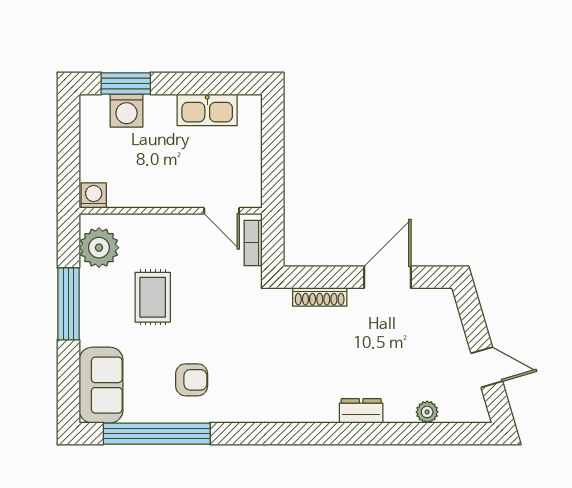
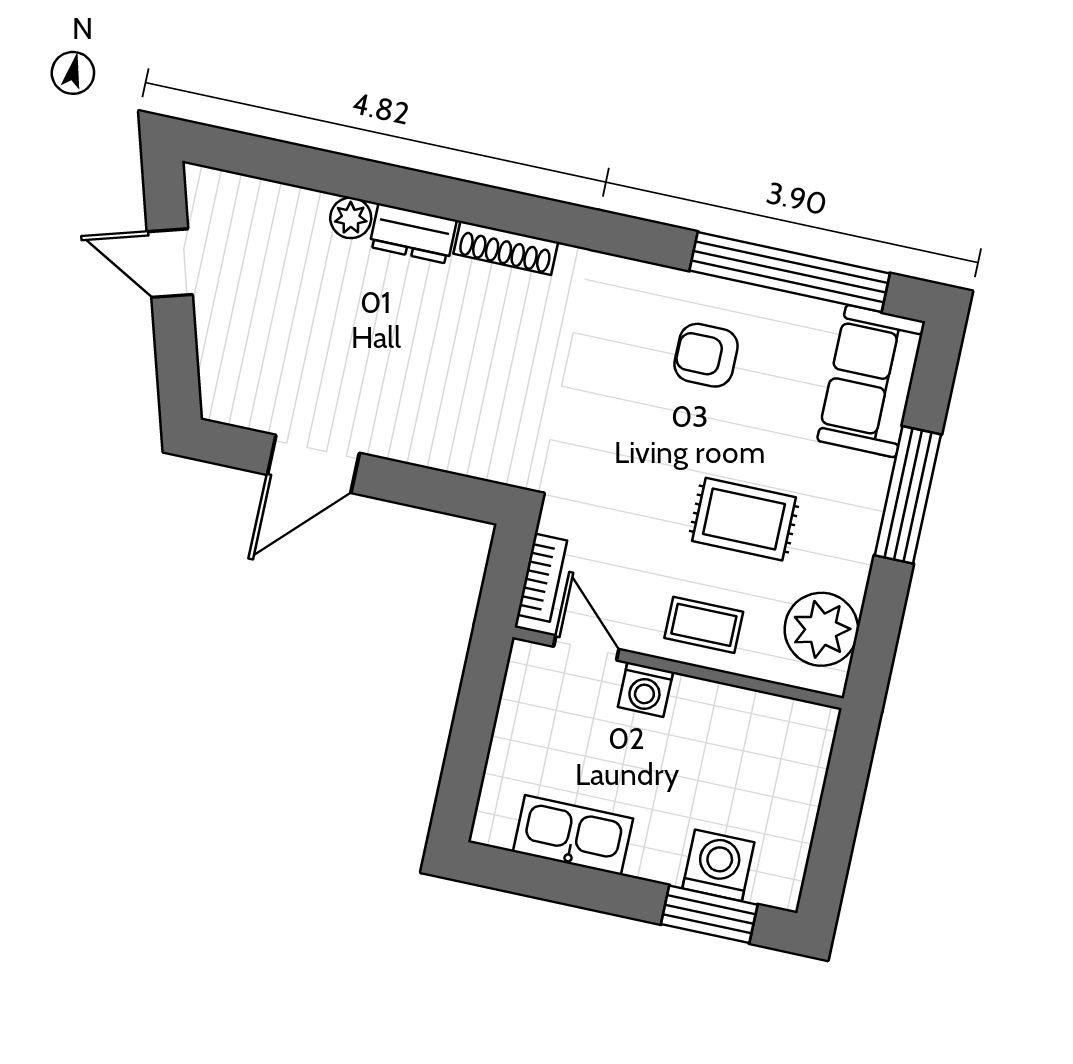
washing machine: (94, 196) -> (645, 689), moved
coffee table: (162, 236) -> (704, 625), added
rug: (153, 297) -> (744, 519), turned 90
shoe rack: (320, 297) -> (506, 248), moved, turned 180
window: (68, 304) -> (908, 495), moved
plant: (427, 412) -> (351, 218), moved

